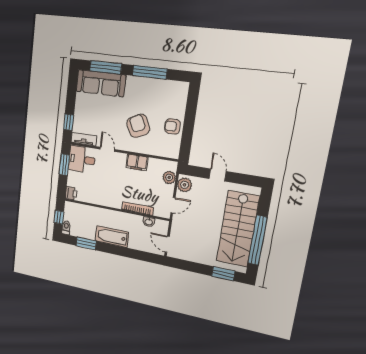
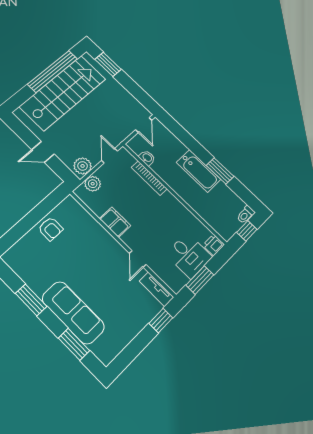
window: (106, 67) -> (74, 344), width x0.69
window: (150, 72) -> (31, 300), width x0.69
sofa: (101, 83) -> (73, 313), moved
armchair: (138, 126) -> (86, 257), removed
desk: (82, 159) -> (189, 255), moved
door: (218, 175) -> (43, 152), hinge flipped
door: (173, 205) -> (109, 156), hinge flipped
window: (86, 243) -> (220, 171), moved

